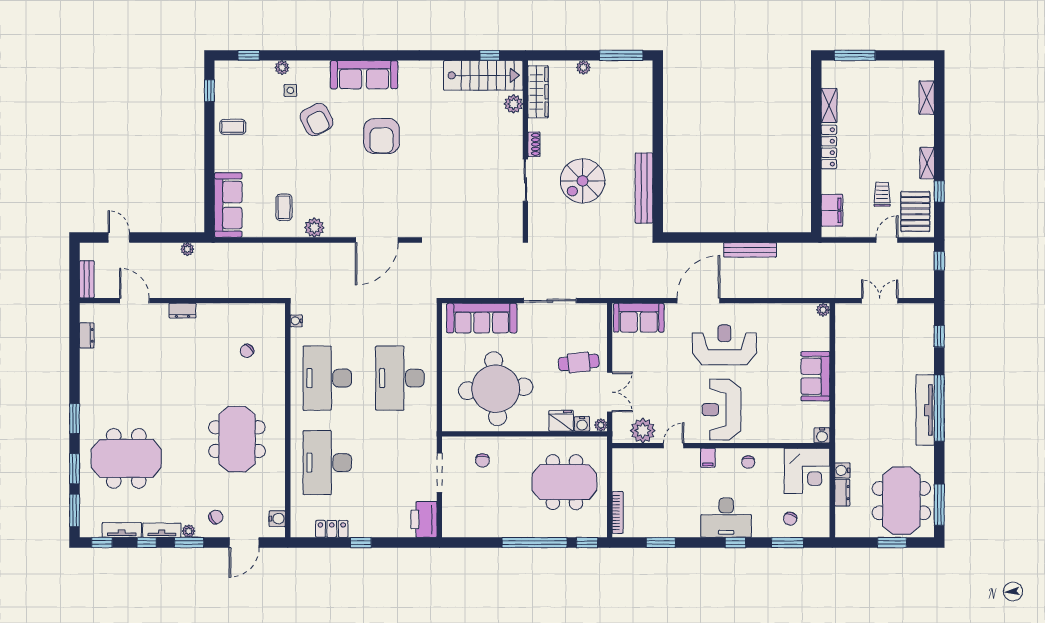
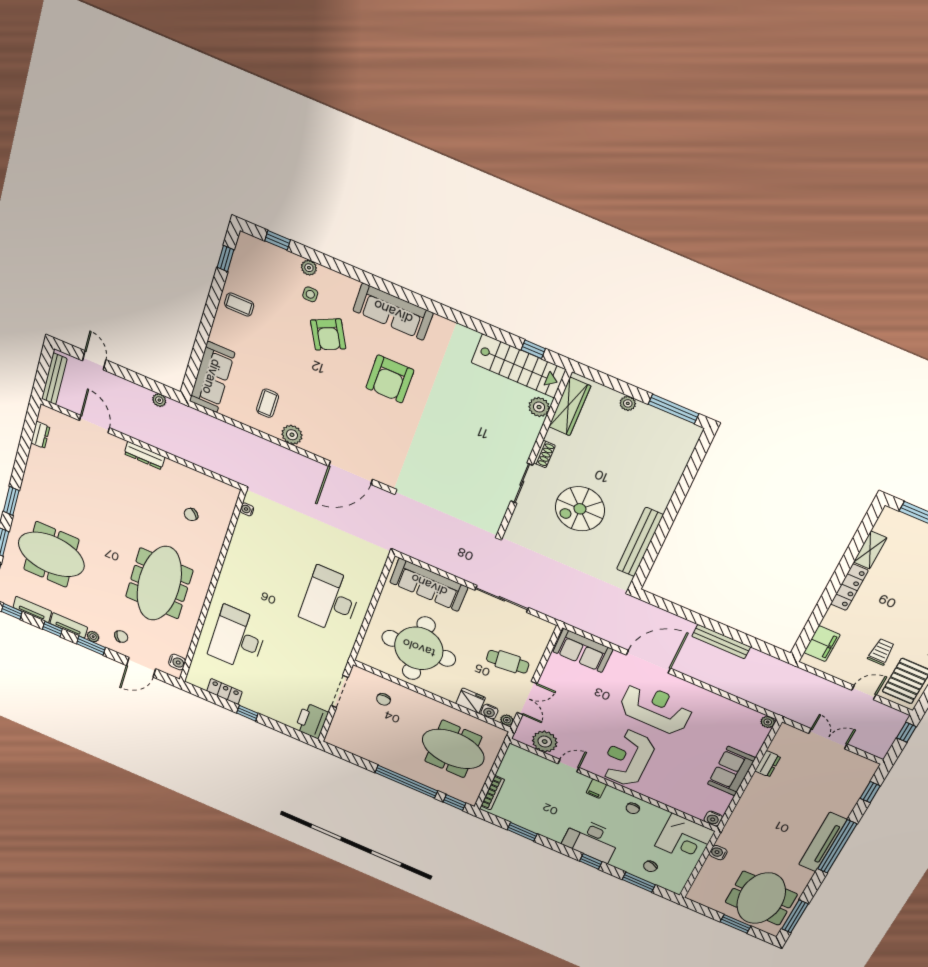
bench: (87, 279) -> (54, 379), width x1.36
dresser: (182, 311) -> (144, 455), width x1.44
desk: (327, 378) -> (261, 570), removed
meeting table: (237, 439) -> (159, 583), width x1.36
dresser: (842, 493) -> (768, 764), moved

